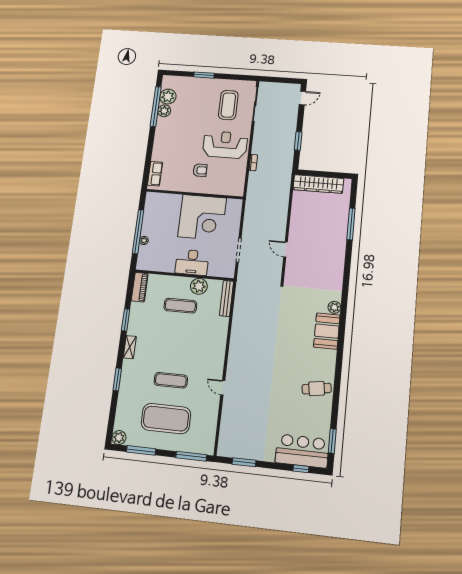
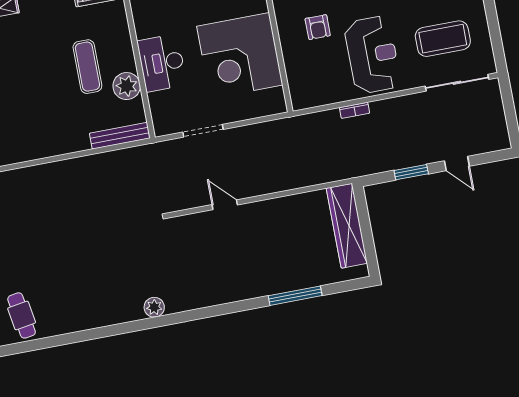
door: (302, 98) -> (457, 163), moved
door: (286, 249) -> (225, 205), hinge flipped
booth: (327, 331) -> (114, 306), removed

